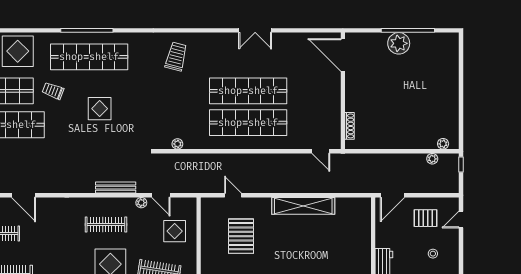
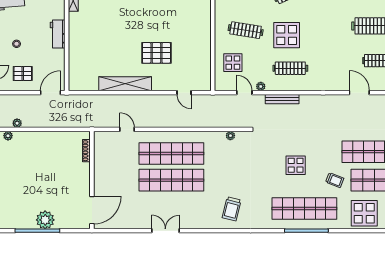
door: (343, 55) -> (92, 210), hinge flipped
door: (321, 151) -> (127, 129), moved
pallet: (241, 236) -> (156, 53), moved, turned 90

